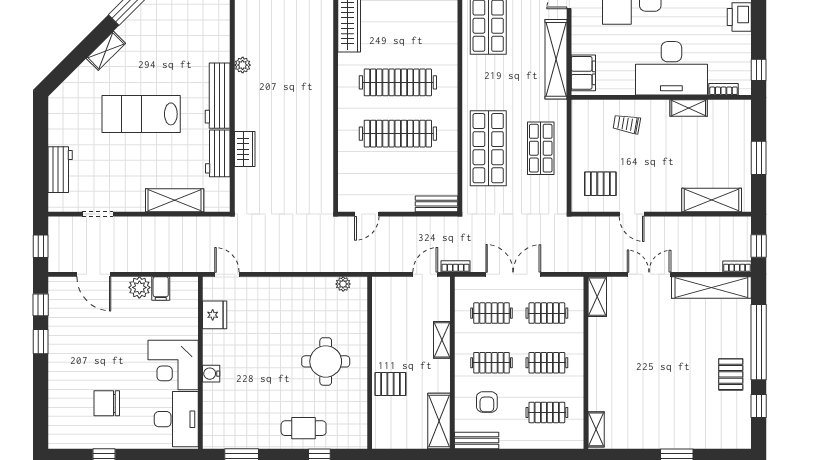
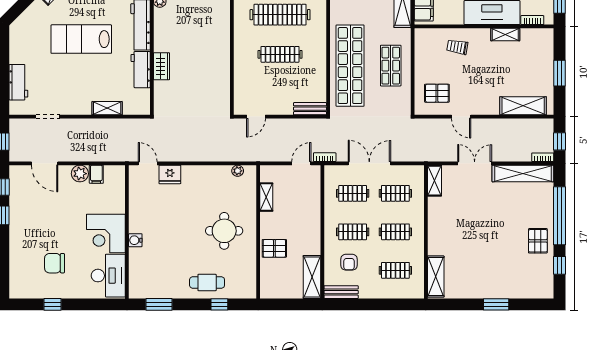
clothes rail: (398, 134) -> (280, 54), width x0.73, depth x0.76
shop shelf: (488, 148) -> (350, 66), width x1.40
shelving: (175, 200) -> (107, 108), width x0.67, depth x0.75
fridge: (215, 315) -> (170, 174), moved, turned 90
shelving: (442, 340) -> (266, 197), moved
shelving: (596, 429) -> (436, 277), width x1.50, depth x1.33

